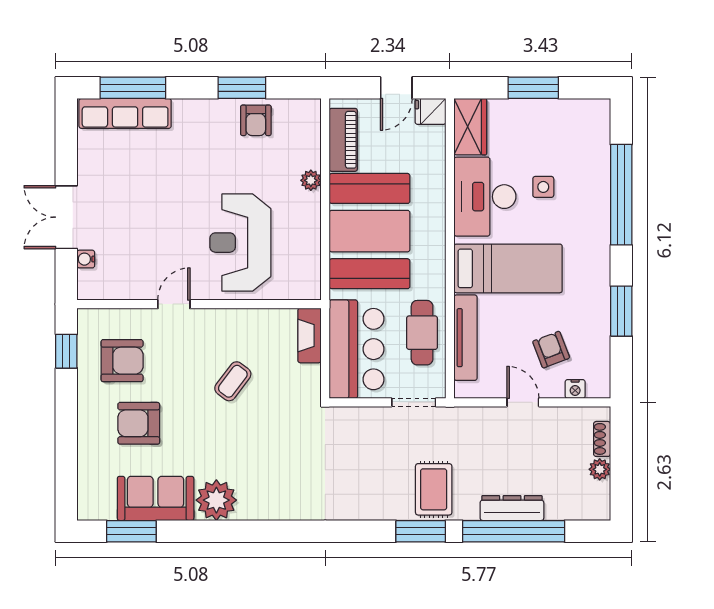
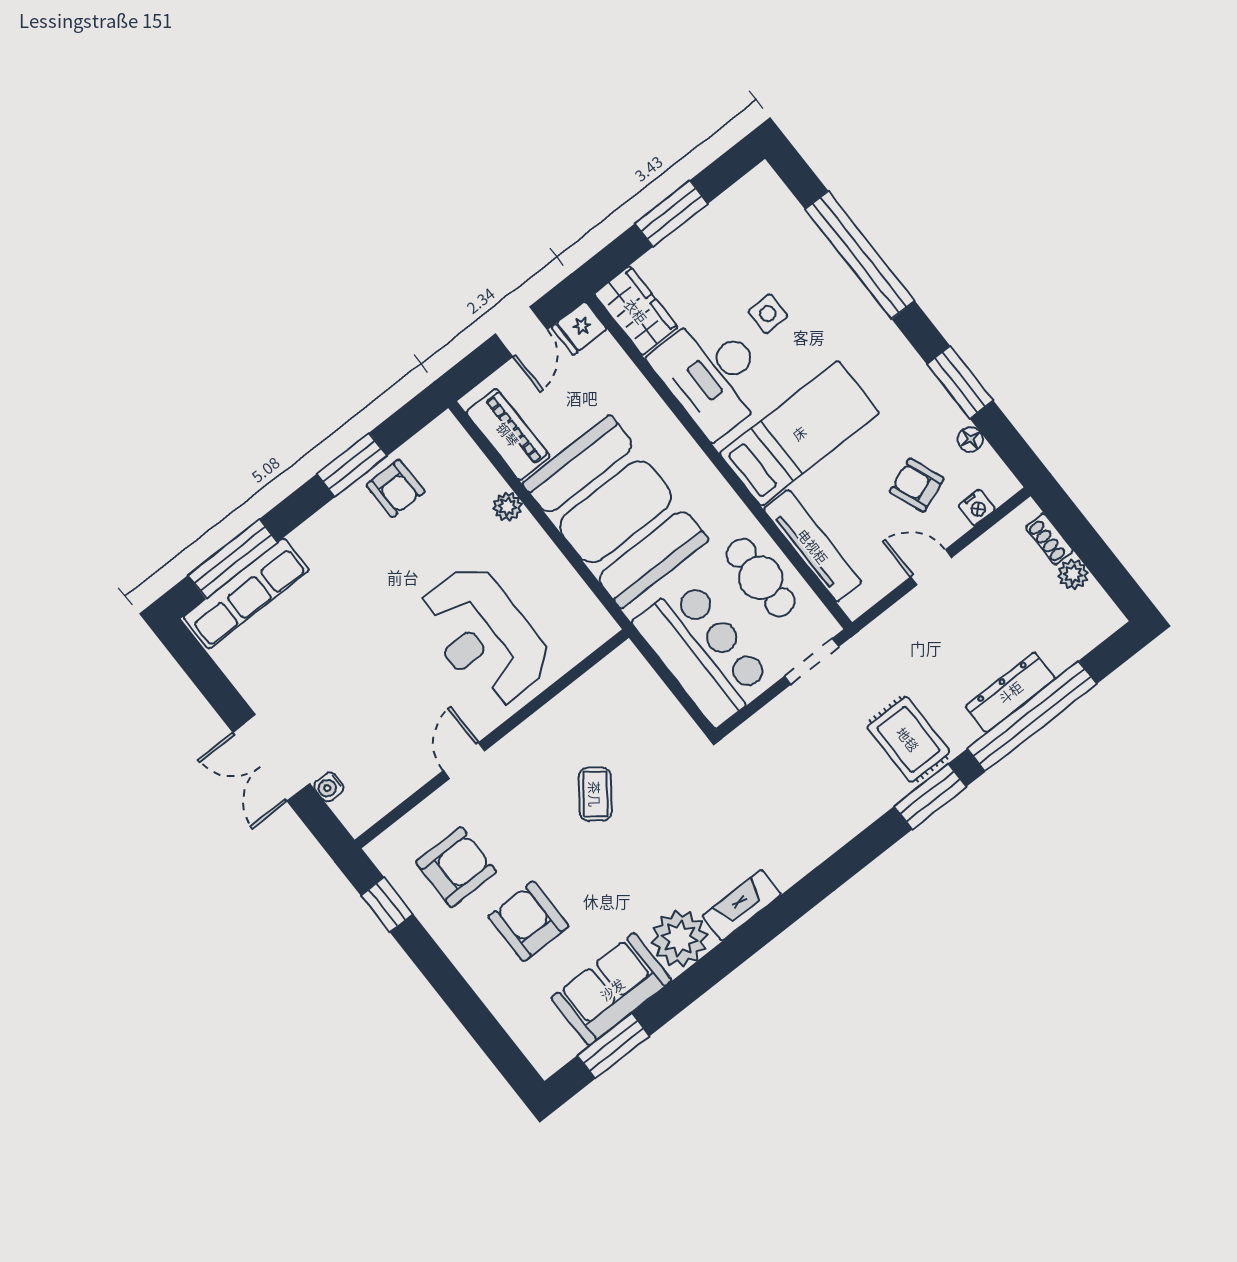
fireplace: (309, 335) -> (742, 905), moved, turned 90
floor lamp: (602, 348) -> (970, 439), added
armchair: (139, 423) -> (528, 921), turned 90

